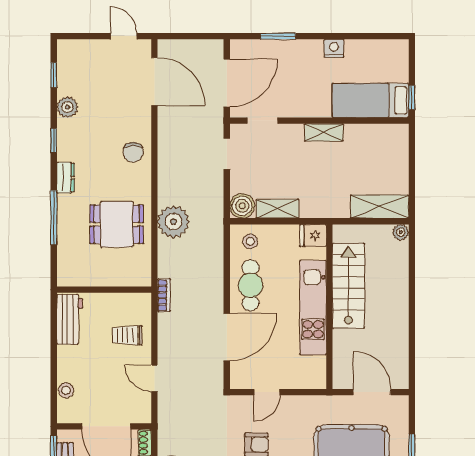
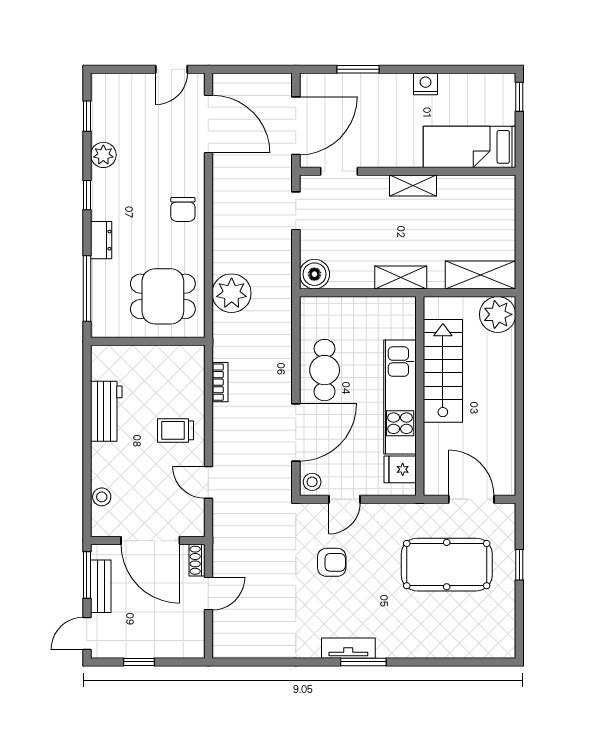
door: (124, 36) -> (172, 69), swing flipped
window: (412, 98) -> (519, 97), moved
shelving: (277, 209) -> (401, 277), moved
plant: (401, 232) -> (498, 314), width x1.88, depth x1.88
fridge: (313, 235) -> (400, 469), moved
stool: (250, 241) -> (312, 482), moved
wall: (104, 290) -> (148, 341), moved

